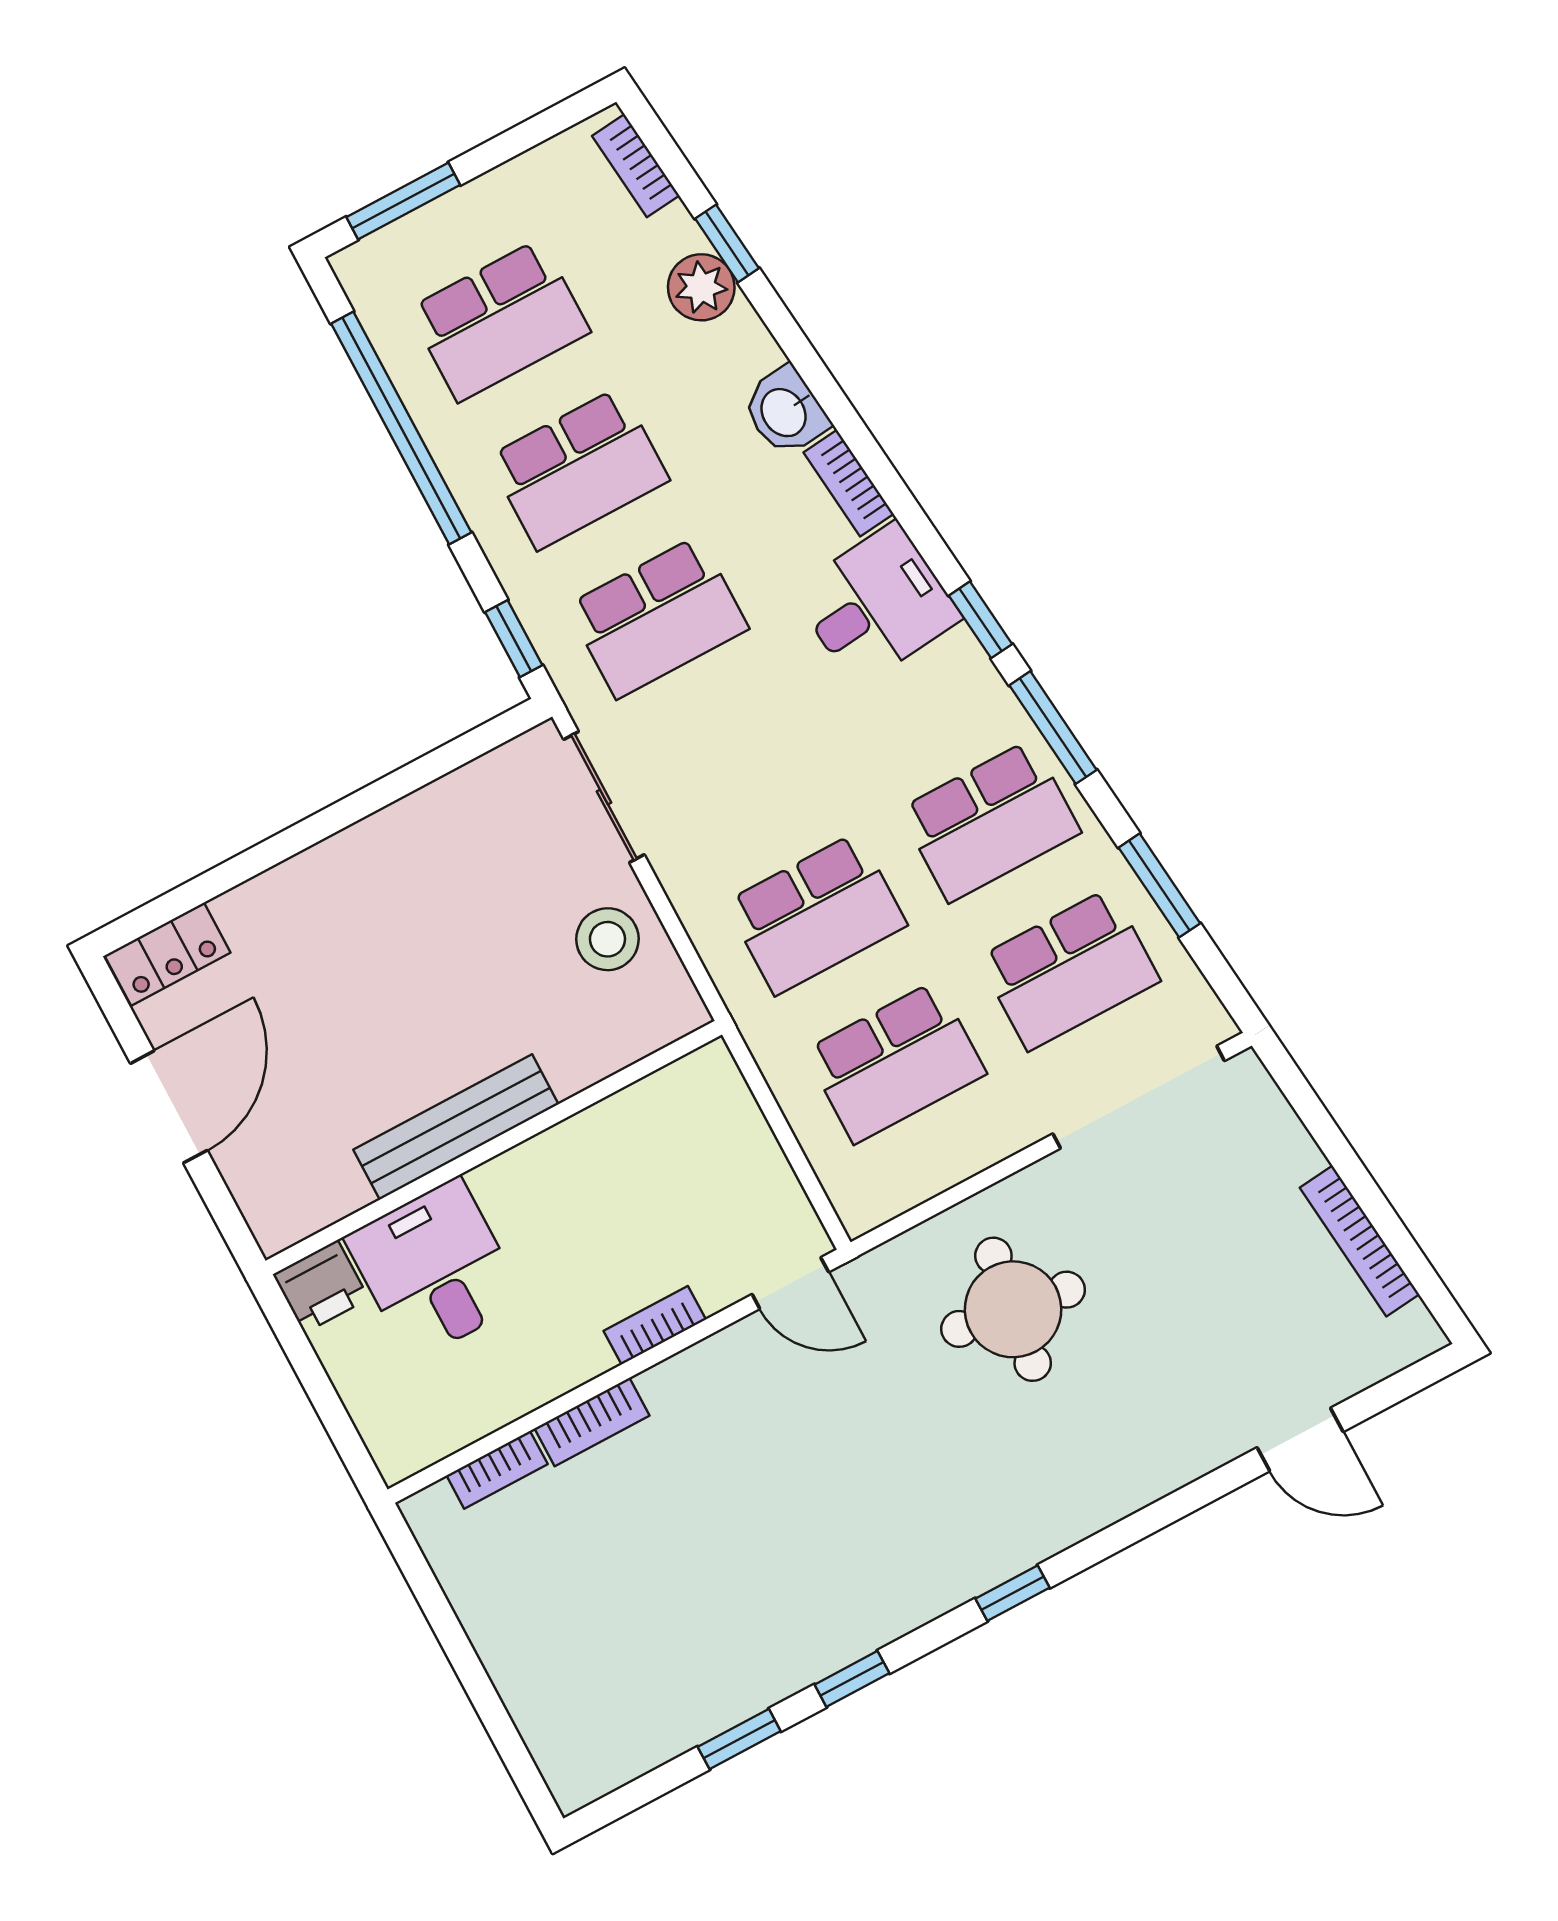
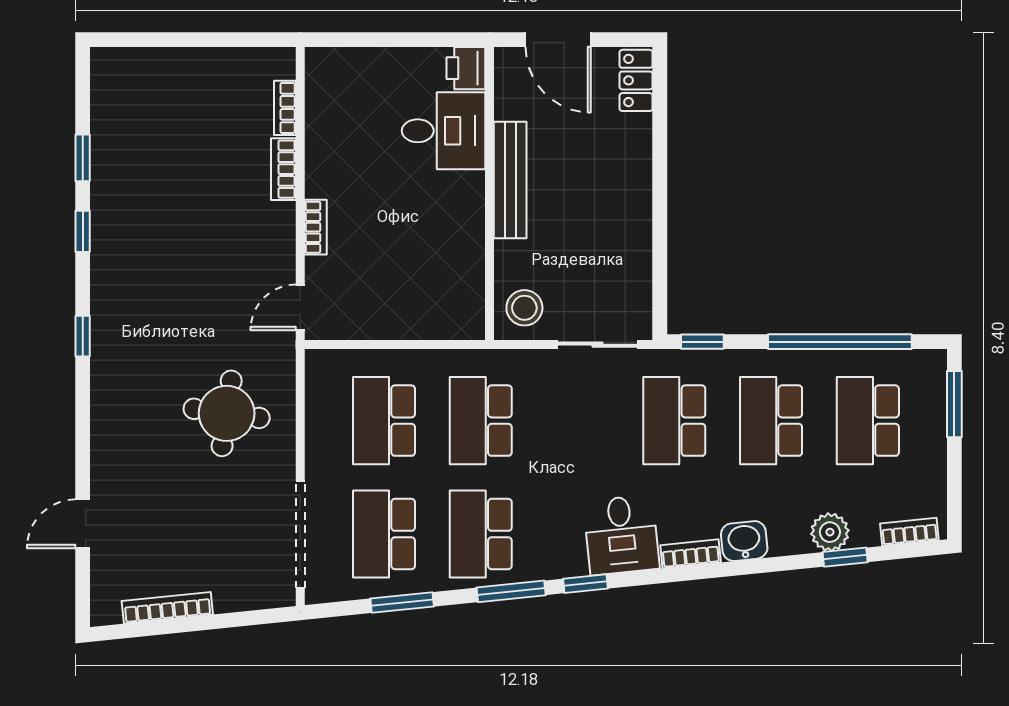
bench: (456, 1127) -> (510, 180), moved
wall: (494, 1148) -> (489, 194), moved
desk: (435, 1269) -> (443, 131), moved
printer: (321, 1286) -> (466, 68), moved

